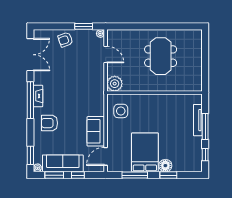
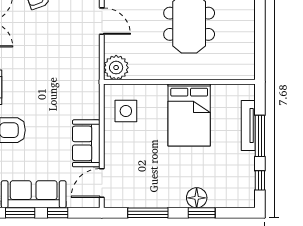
bed: (145, 152) -> (189, 115), moved, turned 180

